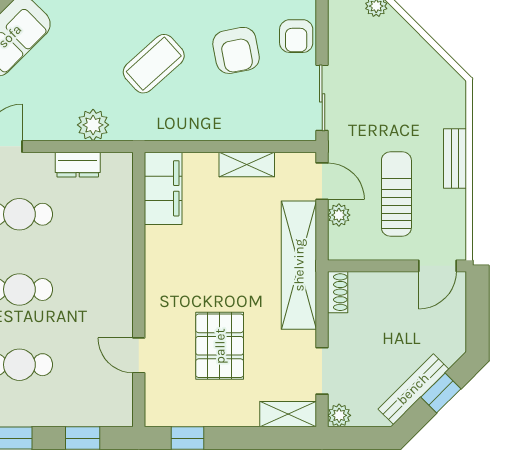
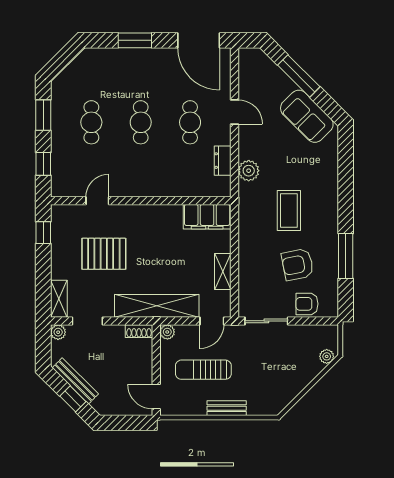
coffee table: (154, 64) -> (289, 210), turned 42
sun lounger: (396, 194) -> (203, 370), turned 180
plant: (339, 215) -> (167, 332), moved

